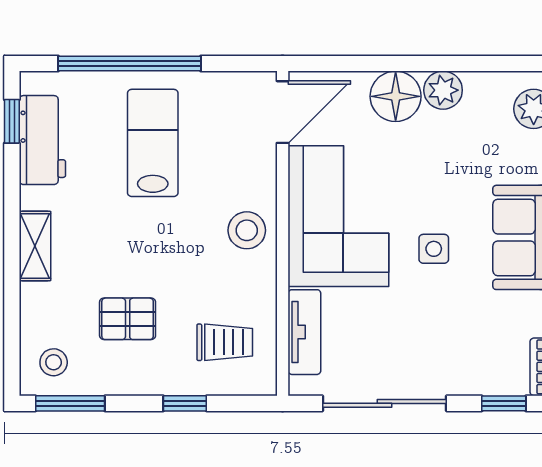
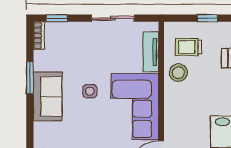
stool: (247, 230) -> (178, 73), moved
sliding door: (384, 403) -> (113, 18), width x0.73

